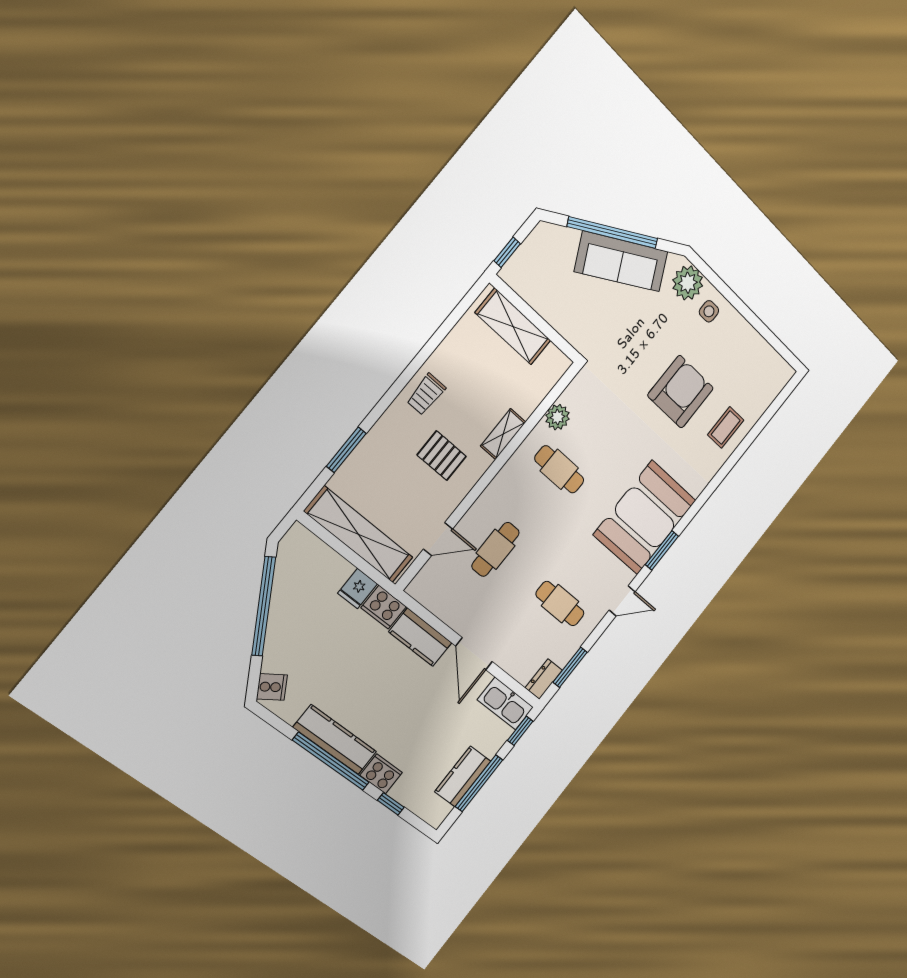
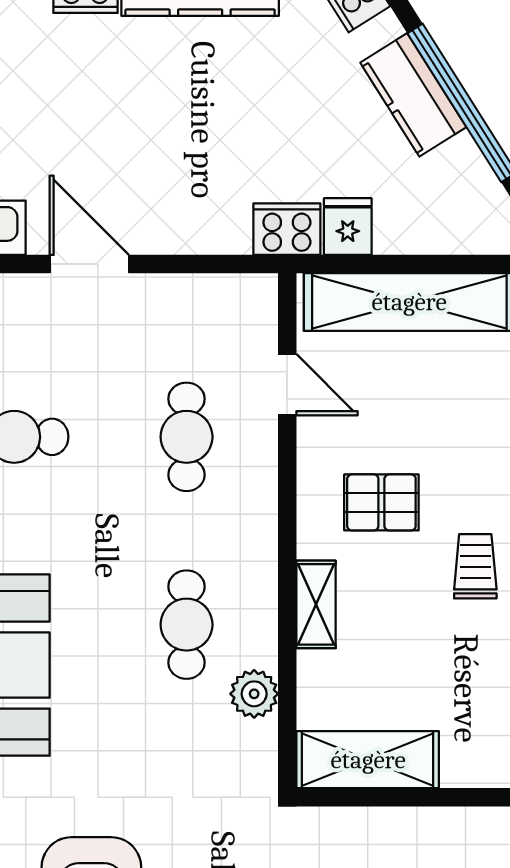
shelving: (513, 326) -> (368, 760), moved
cafe table: (559, 469) -> (187, 625), turned 90
door: (438, 539) -> (287, 385), swing flipped
kitchen counter: (420, 637) -> (413, 95), moved, turned -122

